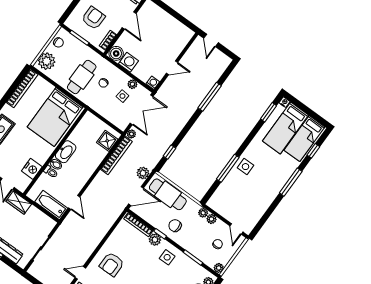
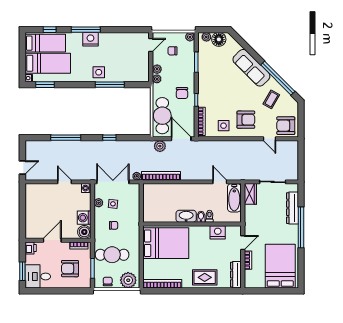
cafe table: (82, 77) -> (112, 255), moved
shower: (107, 141) -> (155, 191), removed
window: (169, 152) -> (109, 138), moved
nightstand: (279, 180) -> (90, 39), added
door: (74, 202) -> (220, 182), hinge flipped
wardrobe: (19, 203) -> (250, 194), moved
plant: (155, 240) -> (203, 101), removed
side table: (167, 257) -> (224, 126), moved

